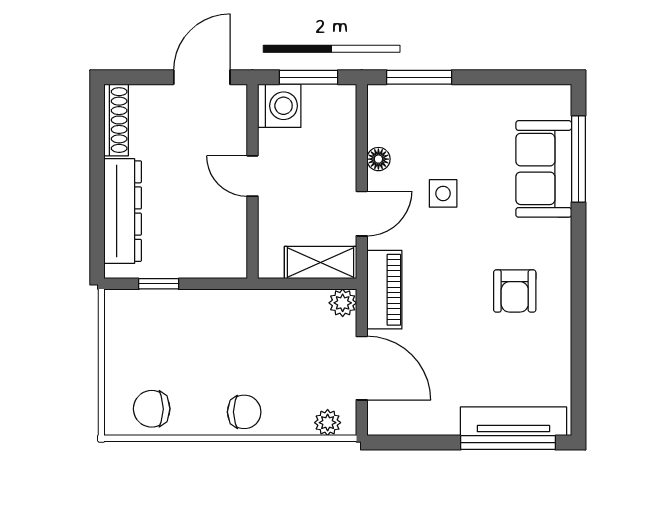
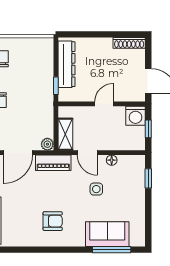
window: (308, 77) -> (148, 129), width x0.67
window: (419, 77) -> (148, 178), width x0.67
dresser: (123, 211) -> (67, 64), moved, turned -90
window: (159, 284) -> (56, 86), moved
armchair: (515, 291) -> (53, 221), turned 180

